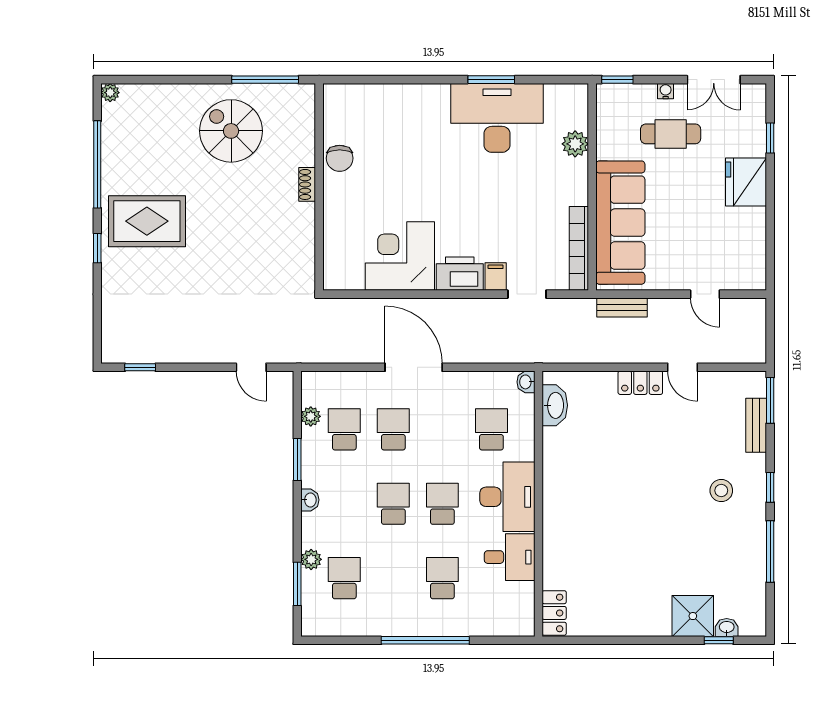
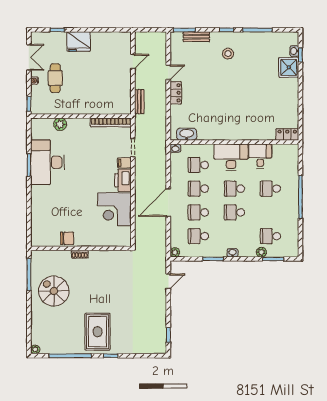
spiral stairs: (231, 131) -> (54, 291), turned 90
sofa: (620, 223) -> (98, 102), removed
plant: (311, 416) -> (175, 252), moved
school desk: (442, 429) -> (198, 189), added

